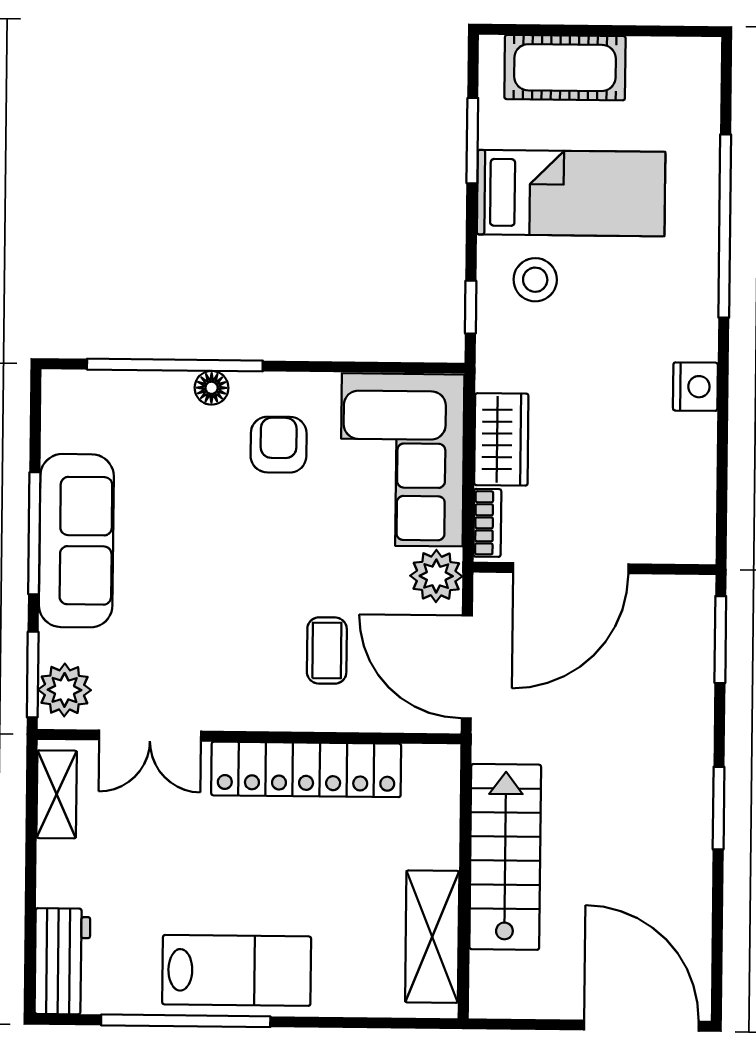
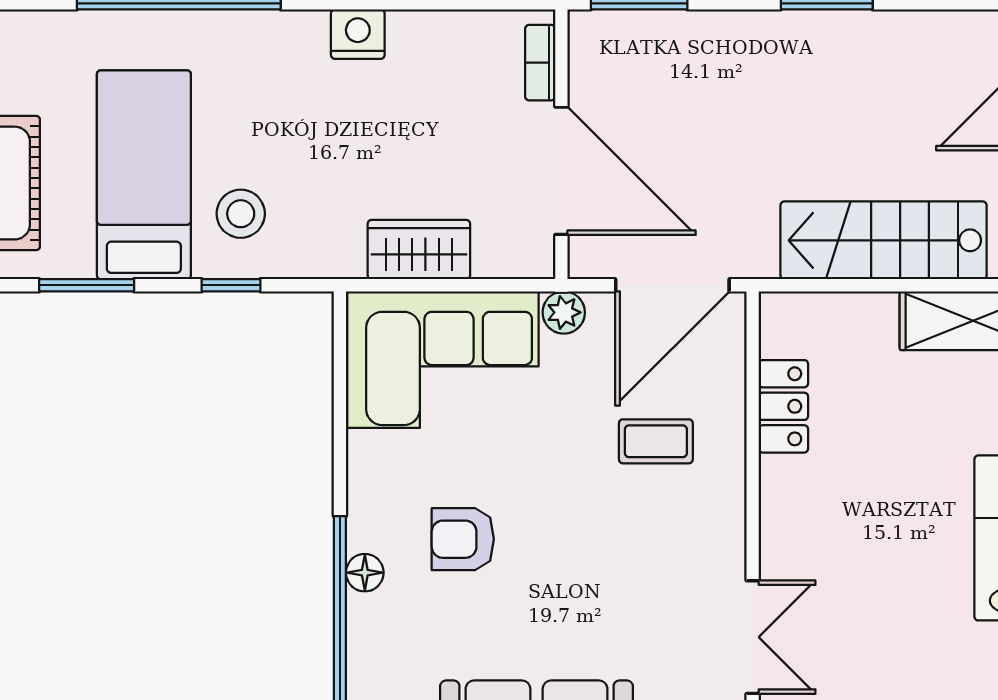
window: (471, 307) -> (231, 285), moved
armchair: (279, 445) -> (463, 539), moved
bookcase: (487, 523) -> (540, 63), moved, turned -90
plant: (436, 576) -> (564, 312), width x0.73, depth x0.73
locker: (306, 769) -> (783, 406), width x0.46, depth x0.83

